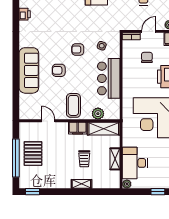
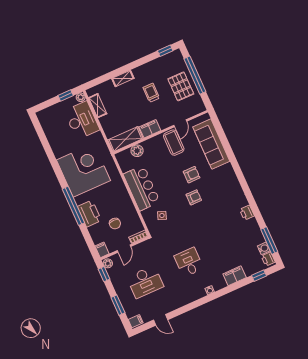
armchair: (78, 49) -> (194, 197), moved
sofa: (29, 70) -> (211, 144), moved
coffee table: (73, 105) -> (174, 143), moved
door: (48, 121) -> (180, 123), hinge flipped
trolley: (84, 159) -> (151, 93), moved
shelving: (115, 159) -> (98, 106), moved
window: (158, 192) -> (66, 96), moved

